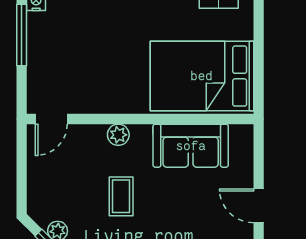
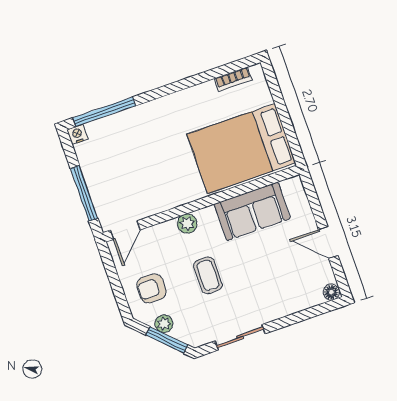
window: (22, 35) -> (84, 193), moved
armchair: (57, 189) -> (152, 288), added

